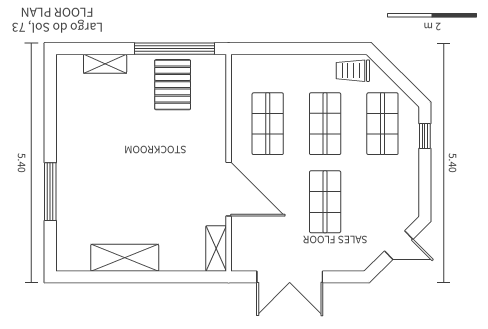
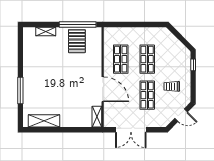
trolley: (353, 71) -> (172, 86), moved
shop shelf: (382, 124) -> (174, 59), removed
shelving: (125, 258) -> (44, 121), moved

